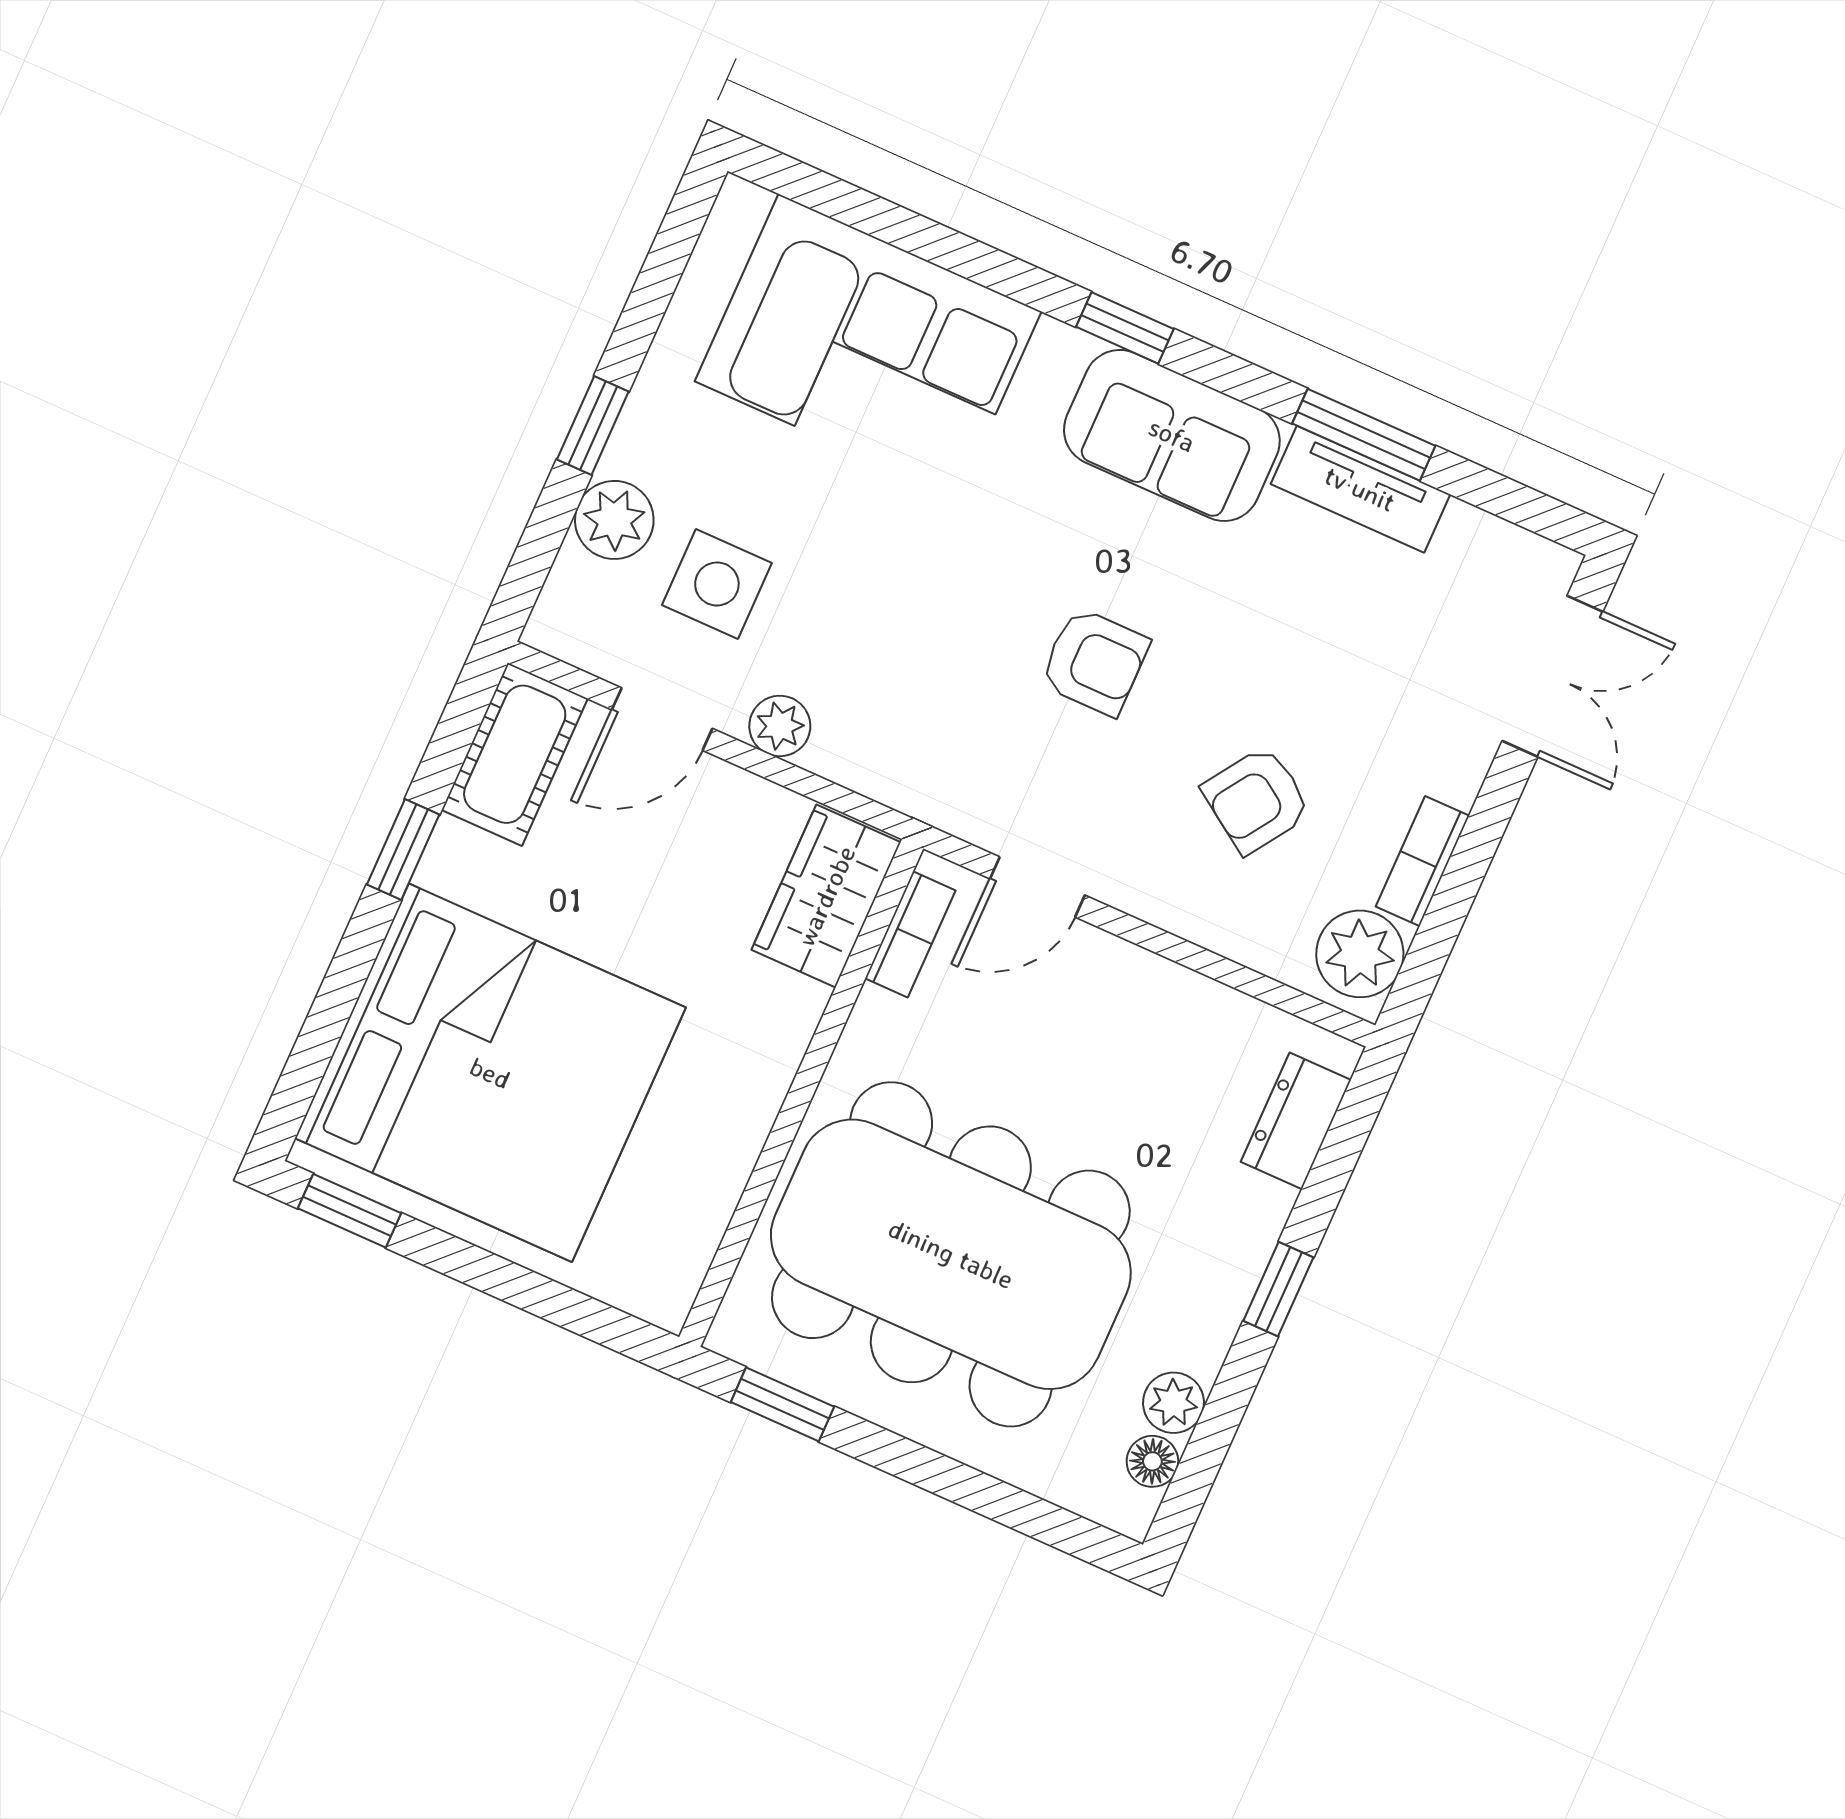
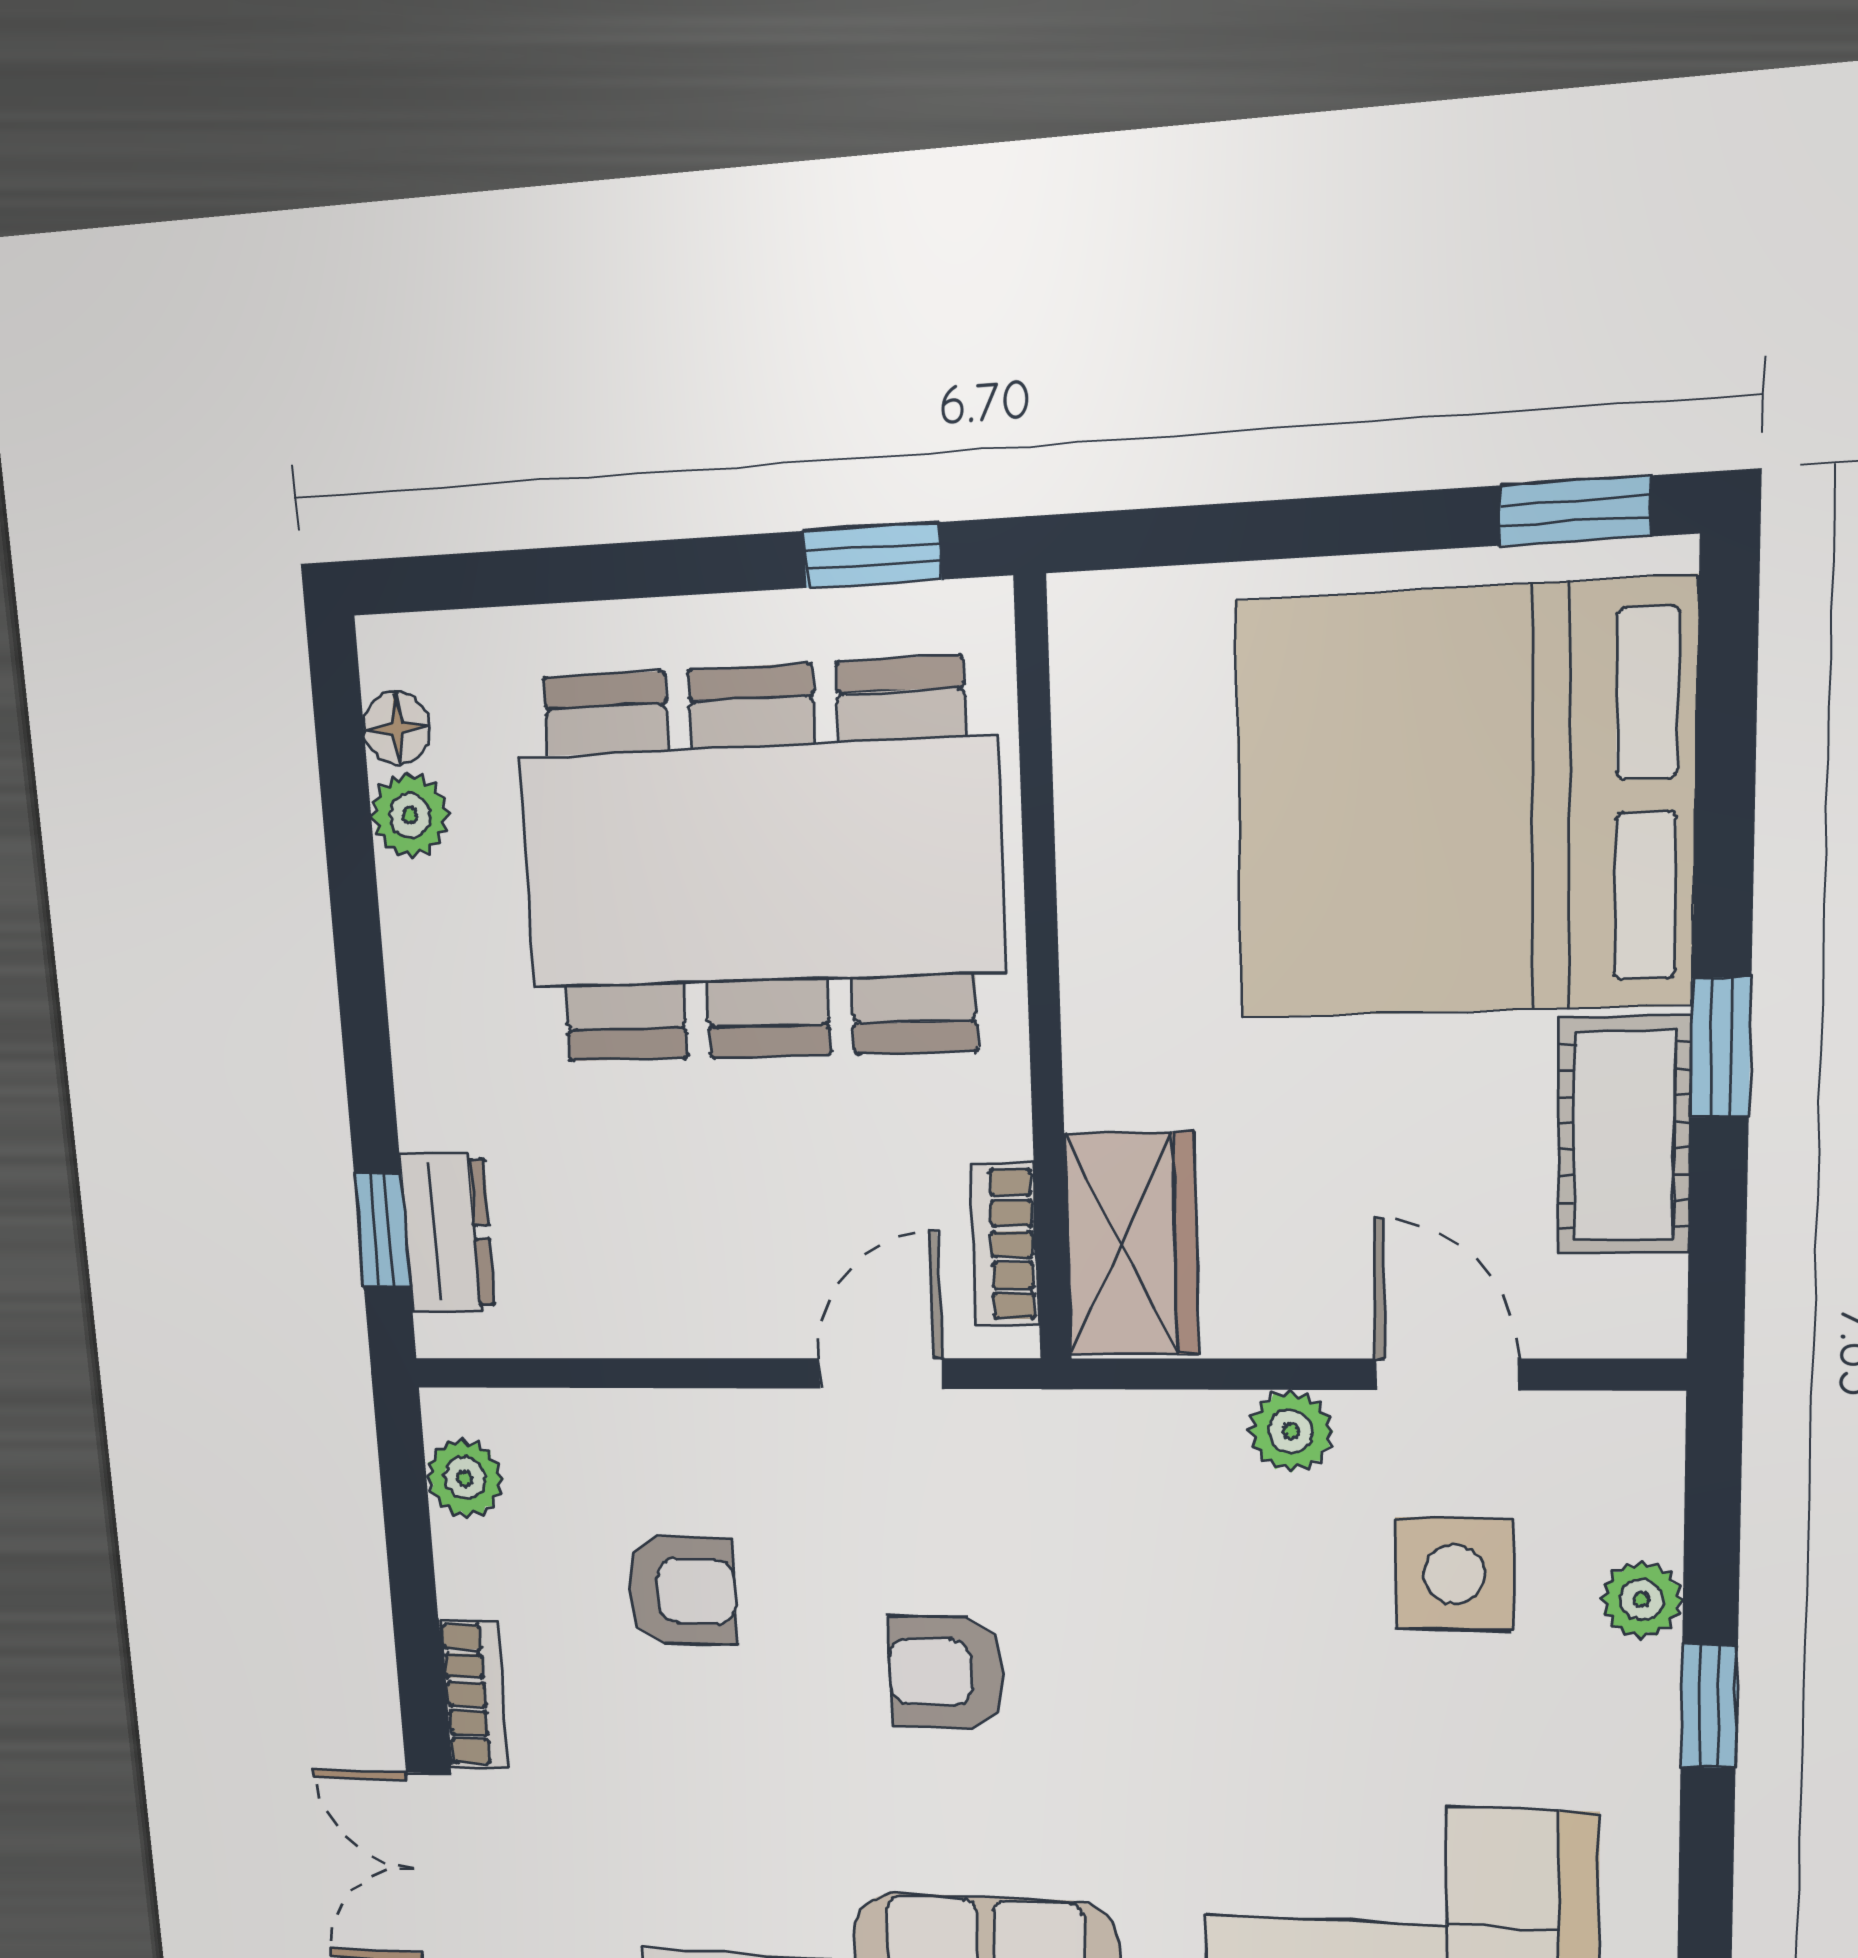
plant: (614, 520) -> (1642, 1600), width x0.73, depth x0.73
door: (662, 719) -> (1446, 1374), hinge flipped
cot: (515, 754) -> (1624, 1136), moved
armchair: (1257, 800) -> (682, 1591), turned 56
bookcase: (1422, 861) -> (473, 1695), moved
plant: (1360, 954) -> (465, 1478), width x0.73, depth x0.73
window: (1278, 1289) -> (382, 1230), moved

